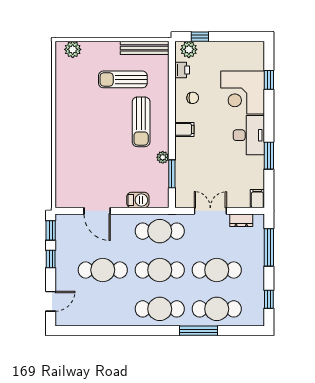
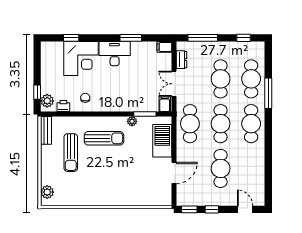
bench: (145, 48) -> (46, 130), width x0.73
filing cabinet: (184, 129) -> (165, 104), moved
barbecue: (138, 200) -> (162, 141), width x1.88, depth x1.53

